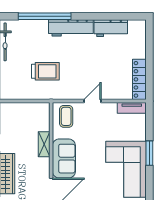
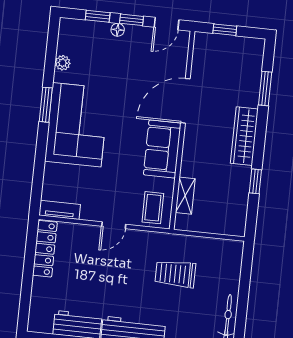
shelving: (44, 144) -> (185, 196), moved
window: (149, 153) -> (46, 105), moved

